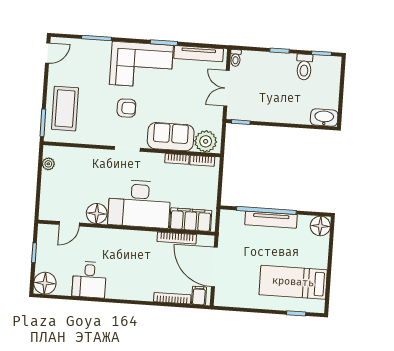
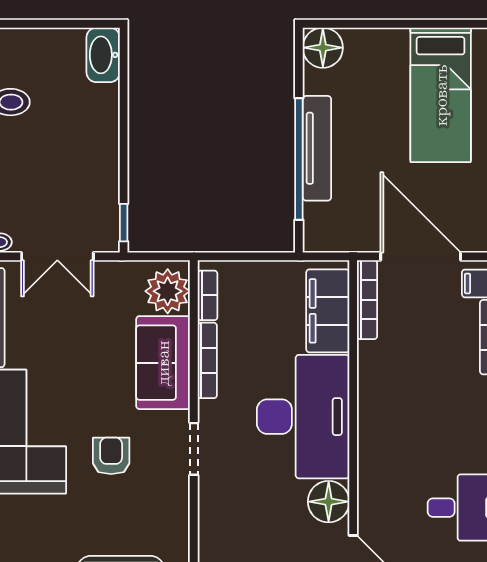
bookcase: (177, 159) -> (207, 360), width x1.56
bookcase: (177, 238) -> (367, 300), moved
door: (214, 267) -> (421, 256), swing flipped

